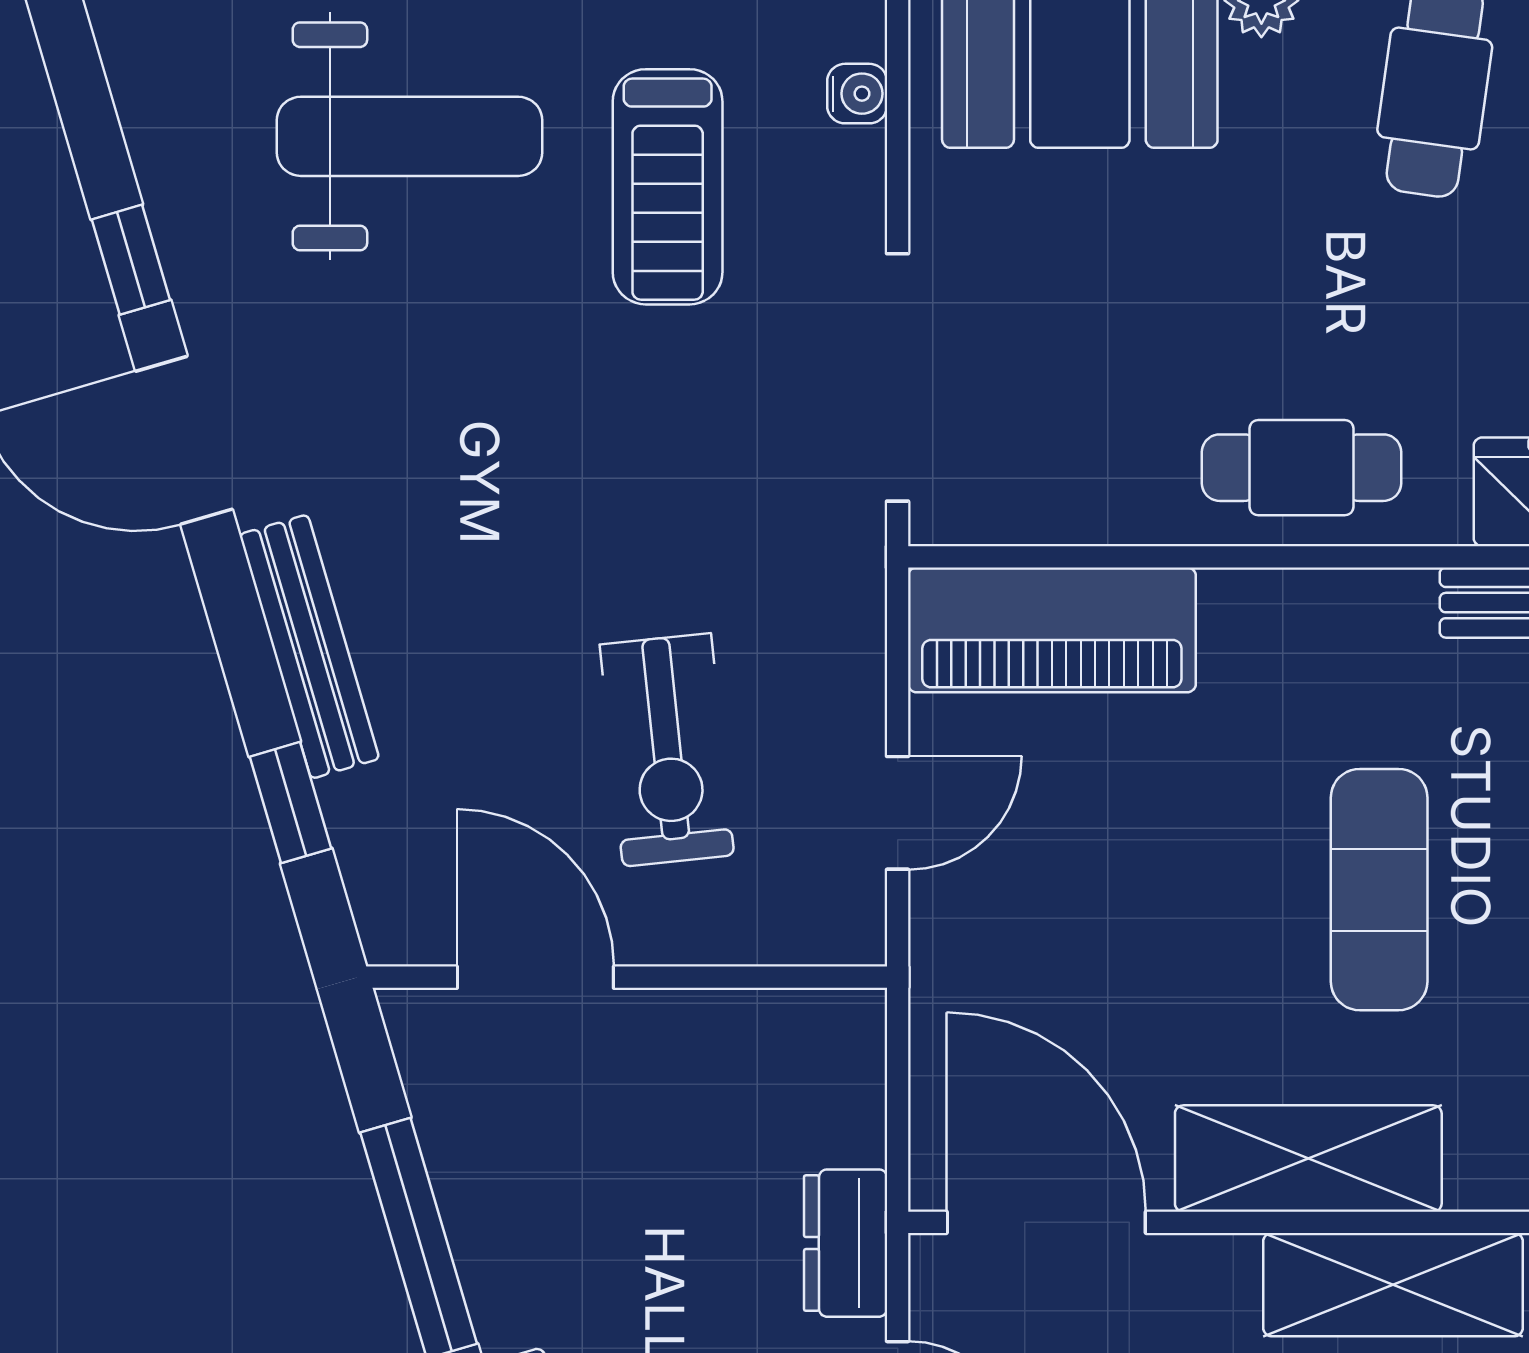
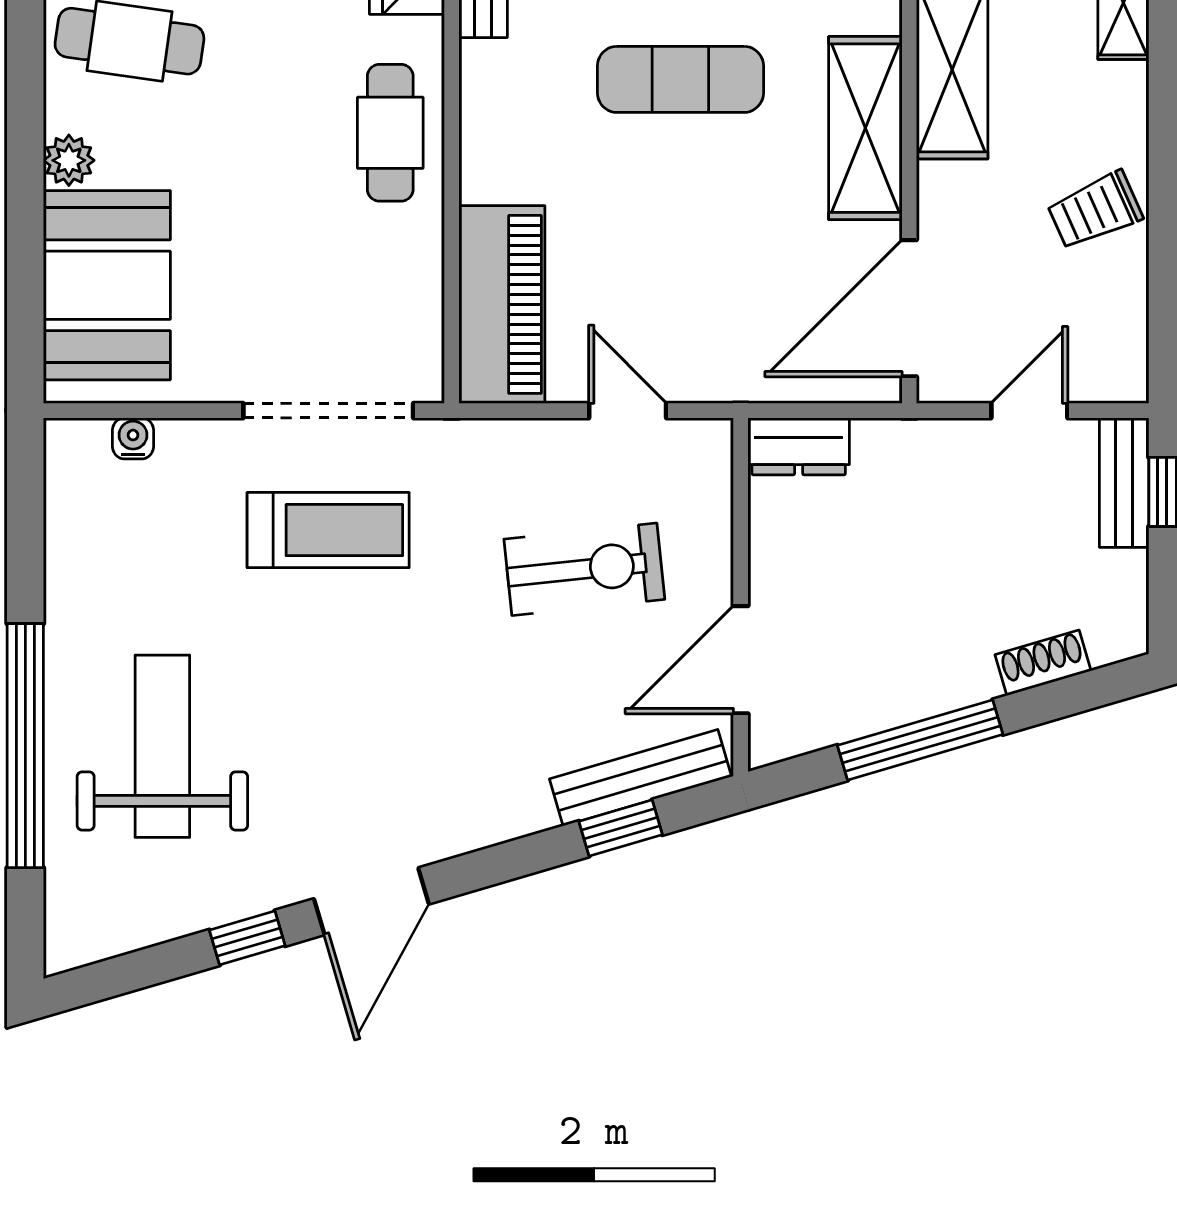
treadmill: (668, 187) -> (328, 530), moved
bench: (309, 647) -> (640, 778), moved
dresser: (846, 1243) -> (799, 446), moved

